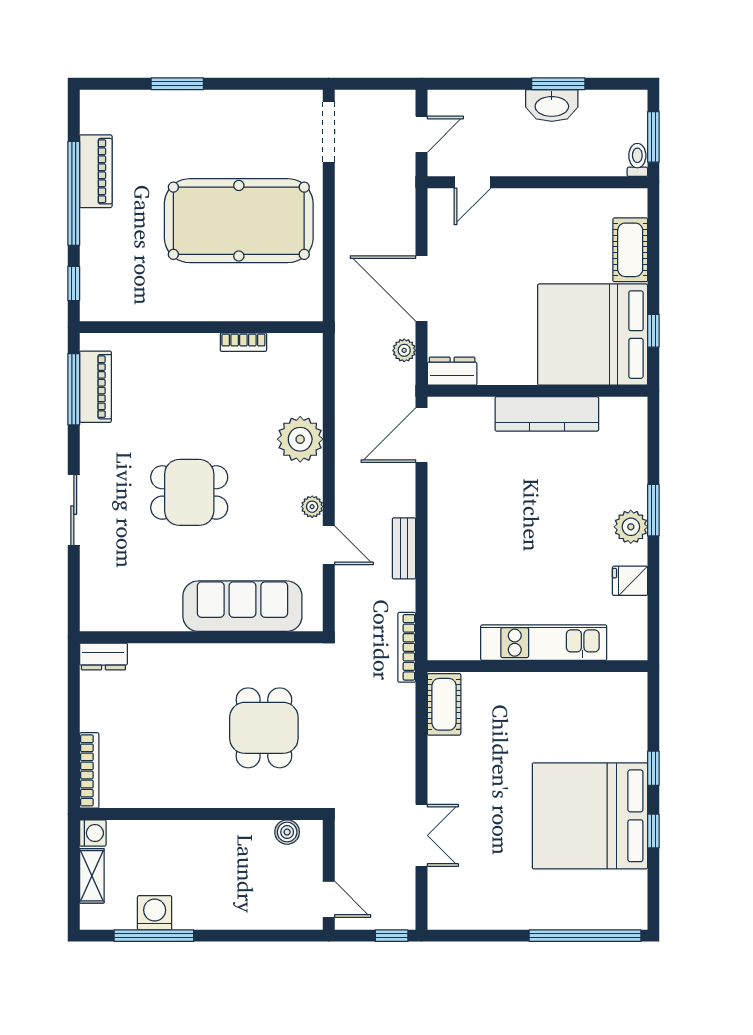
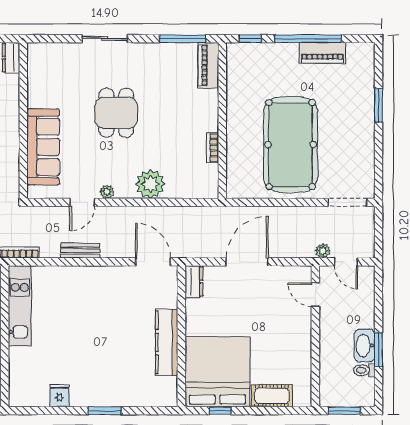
toilet: (637, 160) -> (364, 370), moved, turned 180
plant: (404, 350) -> (323, 251), moved
piano: (95, 387) -> (208, 65), moved, turned 90
plant: (631, 527) -> (94, 396), removed
kitchen unit: (544, 643) -> (20, 306), moved

